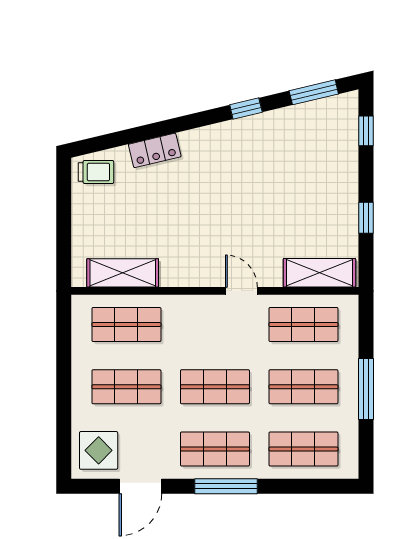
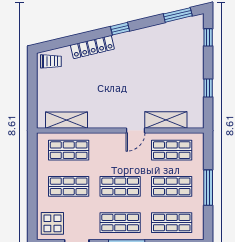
window: (246, 108) -> (120, 29), moved
locker: (155, 150) -> (92, 47), width x1.53
shelving: (319, 273) -> (166, 120), moved
door: (241, 291) -> (136, 131), swing flipped

